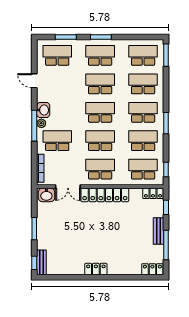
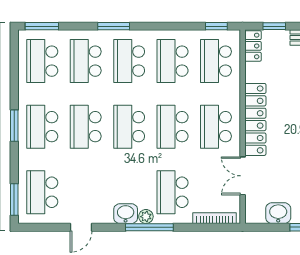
window: (66, 37) -> (14, 199), moved
window: (166, 123) -> (114, 26), moved
double door: (68, 187) -> (243, 176), swing flipped
washbasin: (46, 195) -> (278, 213), moved, turned -90

